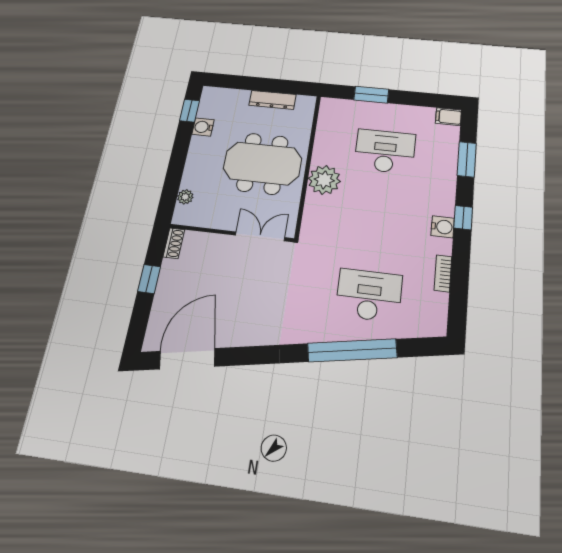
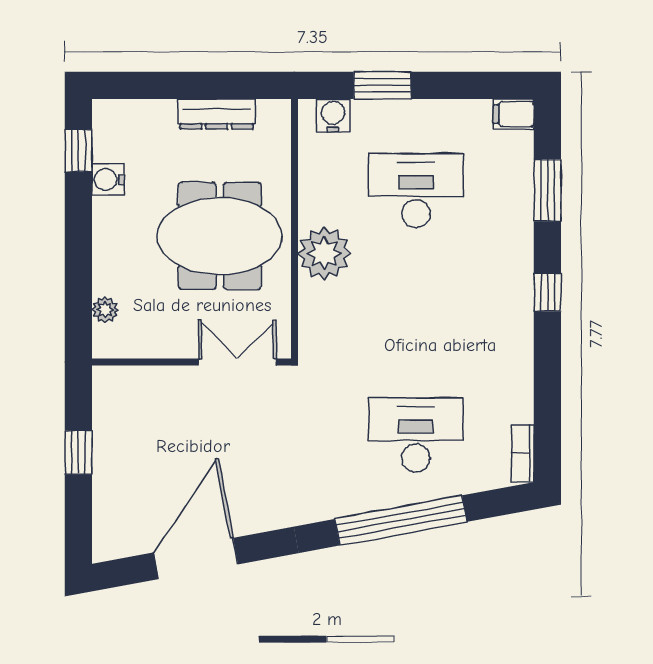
water cooler: (443, 227) -> (333, 116), moved, turned -90
shoe rack: (174, 243) -> (104, 390), removed
bookcase: (443, 273) -> (523, 453), moved
door: (187, 359) -> (196, 558), moved

